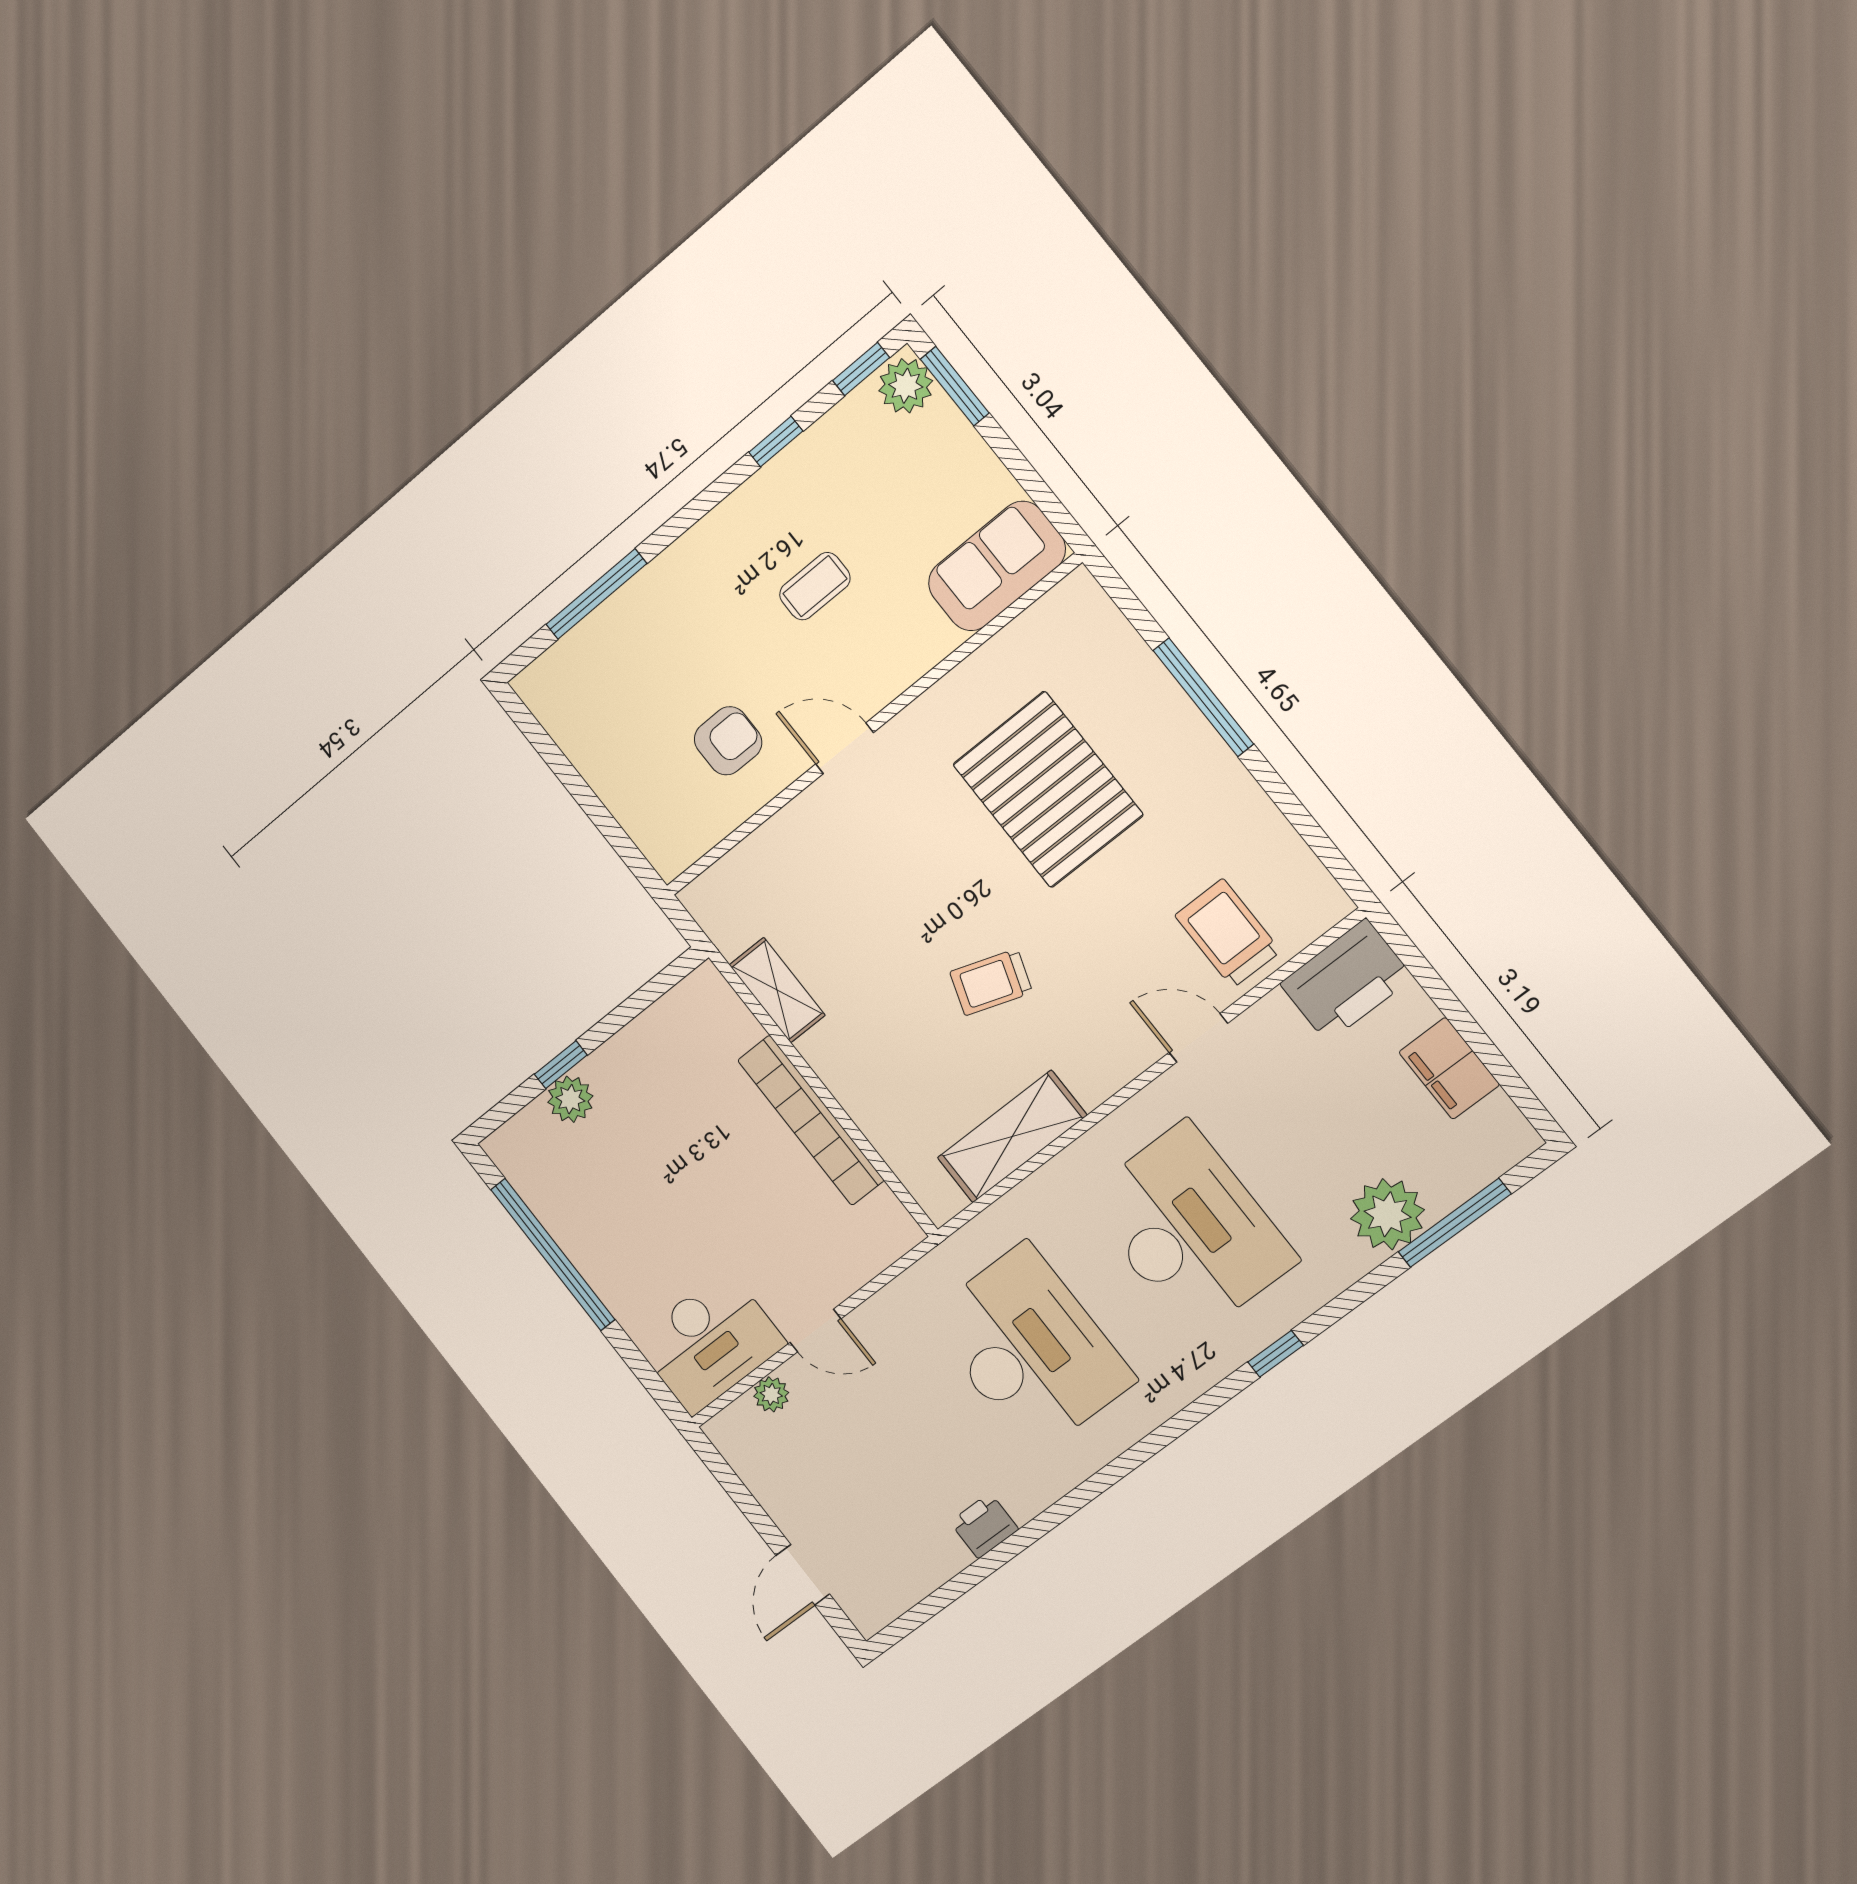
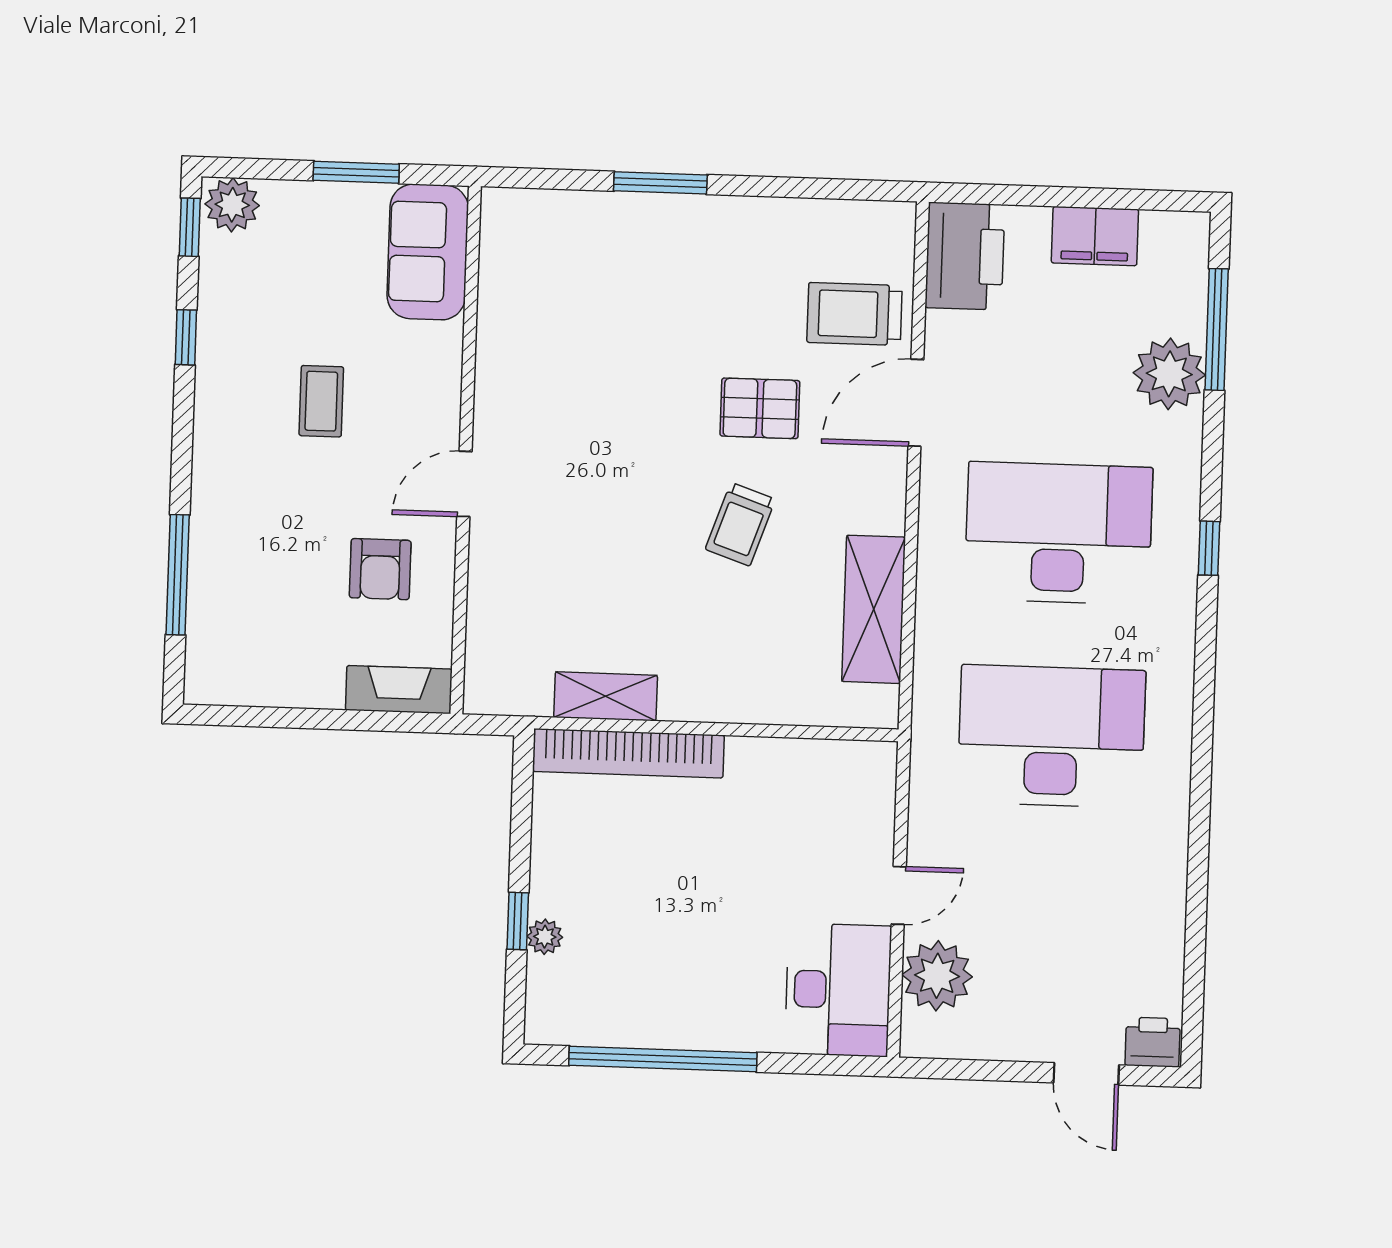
window: (955, 386) -> (356, 172), moved
window: (1203, 697) -> (660, 183), width x0.69
armchair: (728, 741) -> (380, 569), turned 180
pallet: (1048, 790) -> (760, 408), moved, width x0.49, depth x0.50
fireplace: (652, 832) -> (399, 690), added
door: (1198, 1038) -> (916, 403), width x1.38
plant: (570, 1099) -> (545, 937), width x0.73, depth x0.73
bookcase: (811, 1120) -> (628, 753), moved
plant: (771, 1394) -> (937, 976), width x1.87, depth x1.87
printer: (984, 1526) -> (1153, 1042), moved, turned 90

